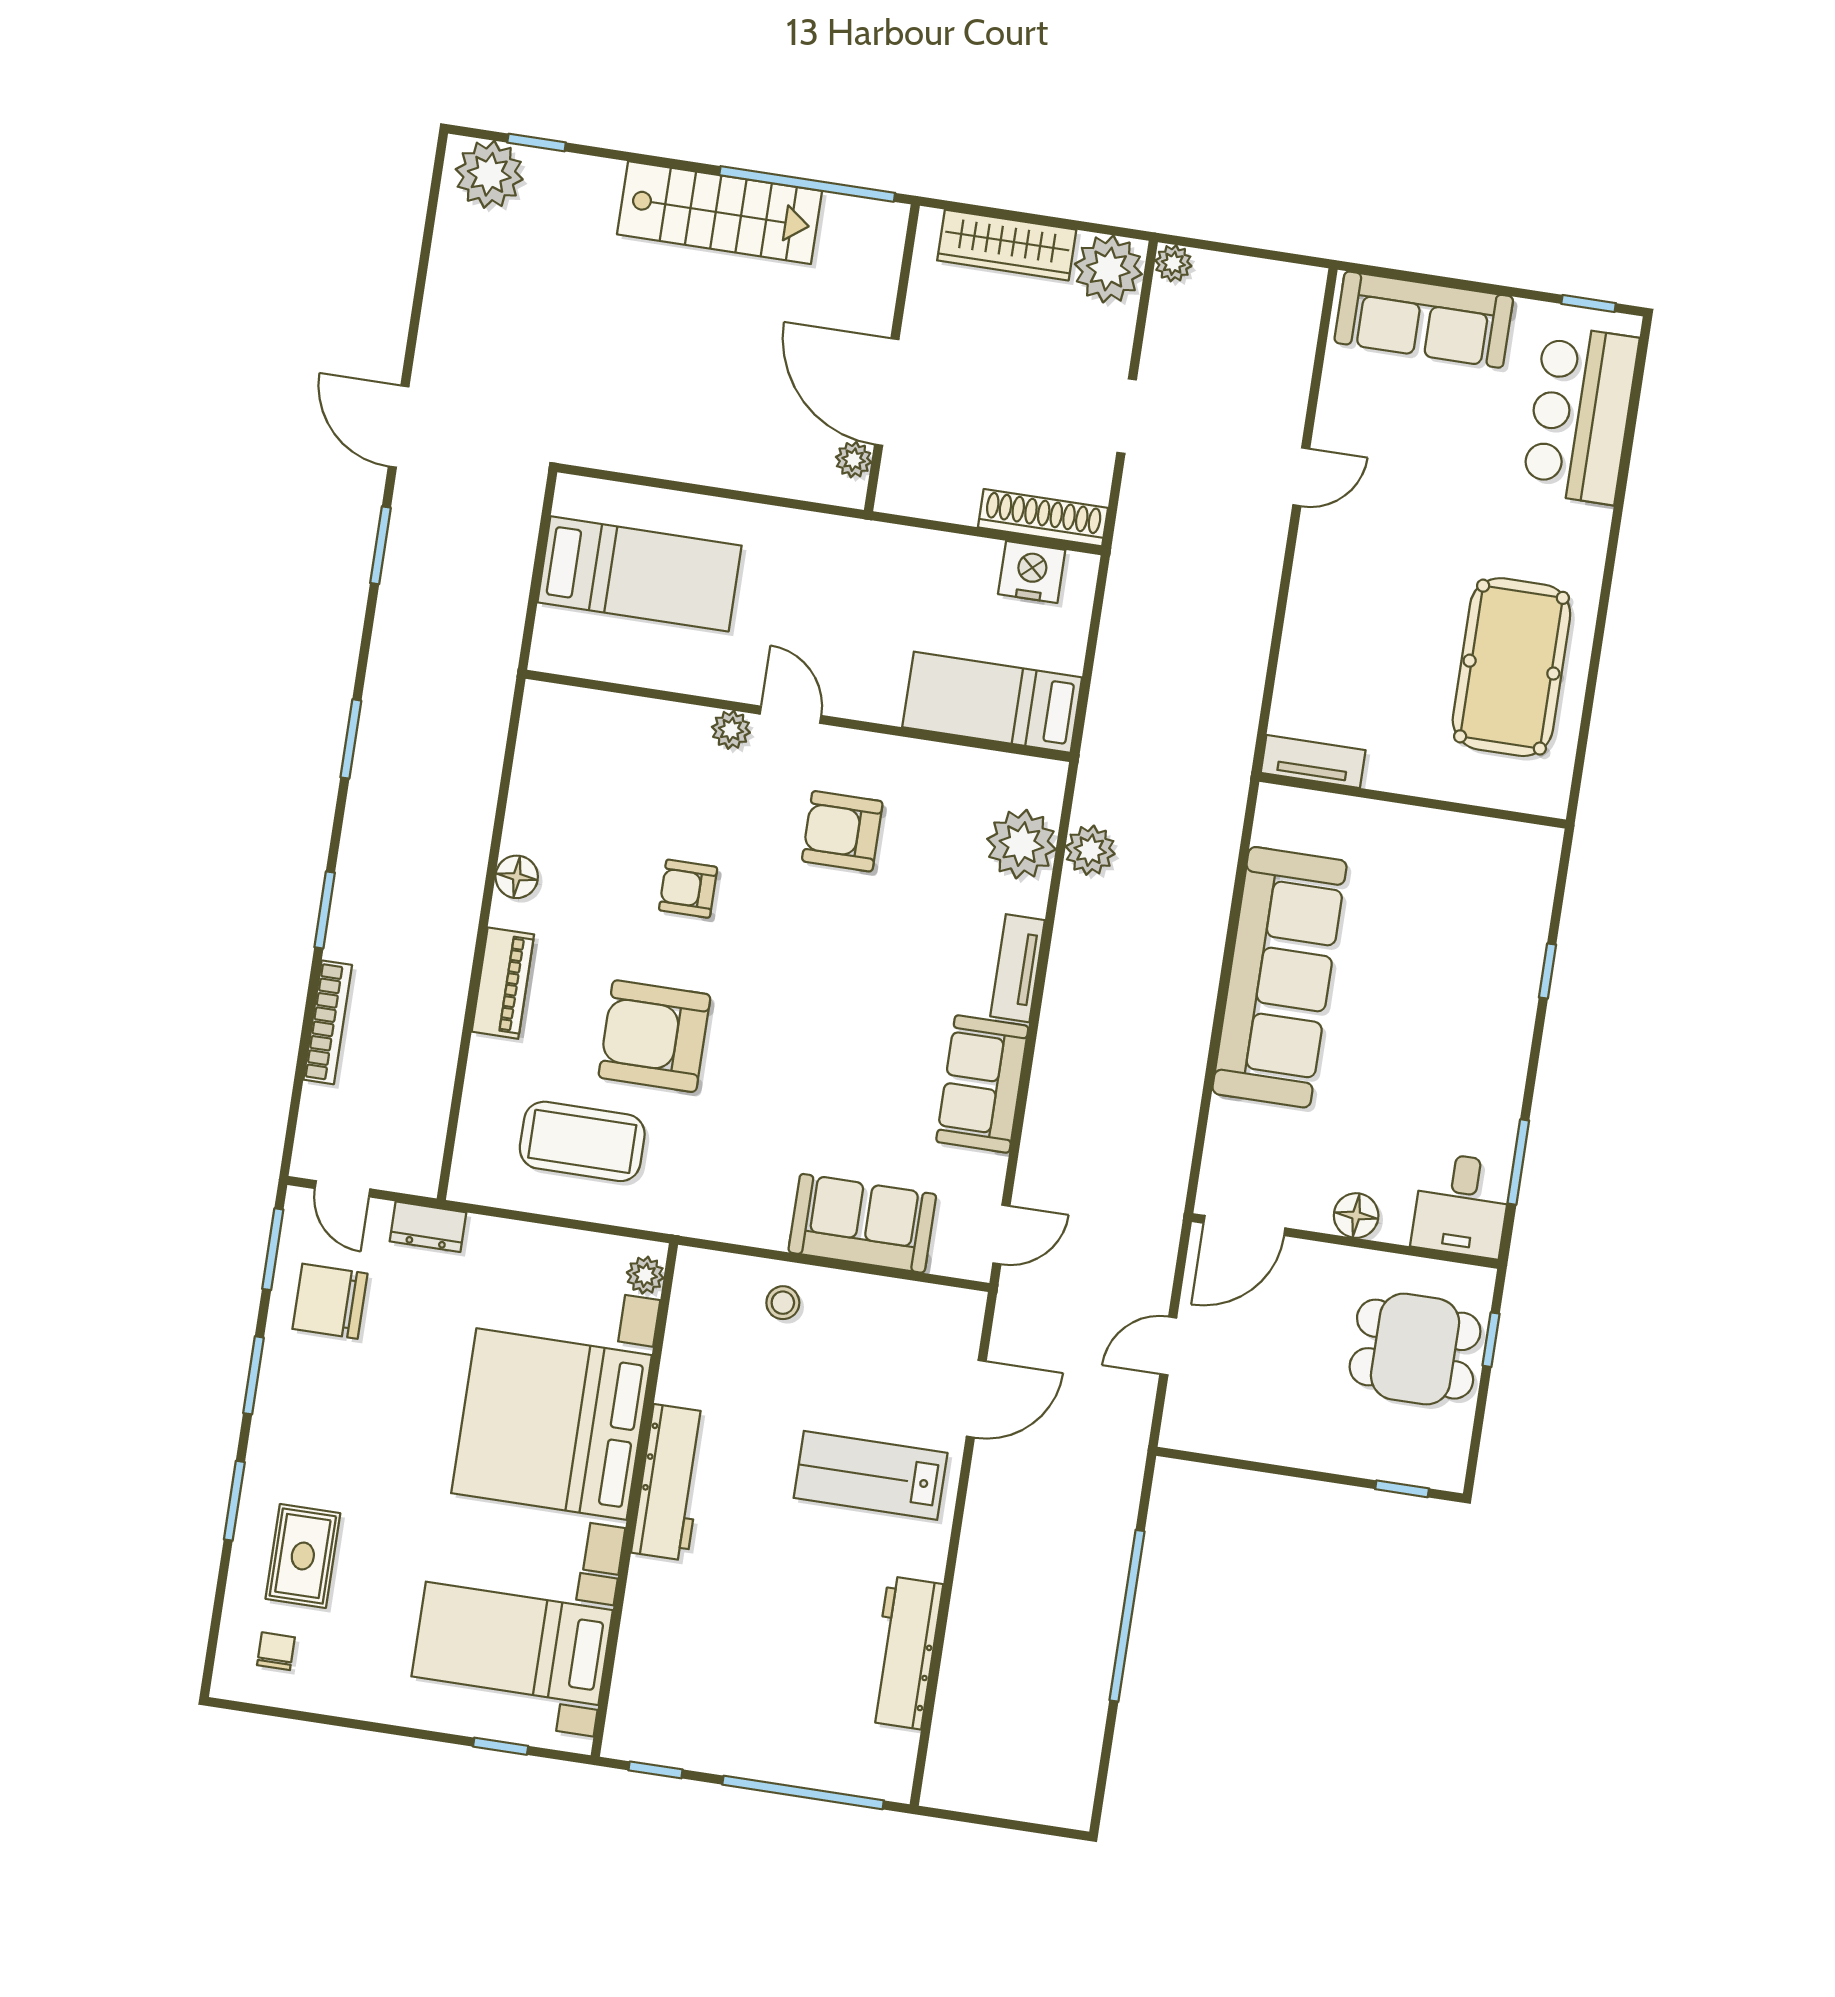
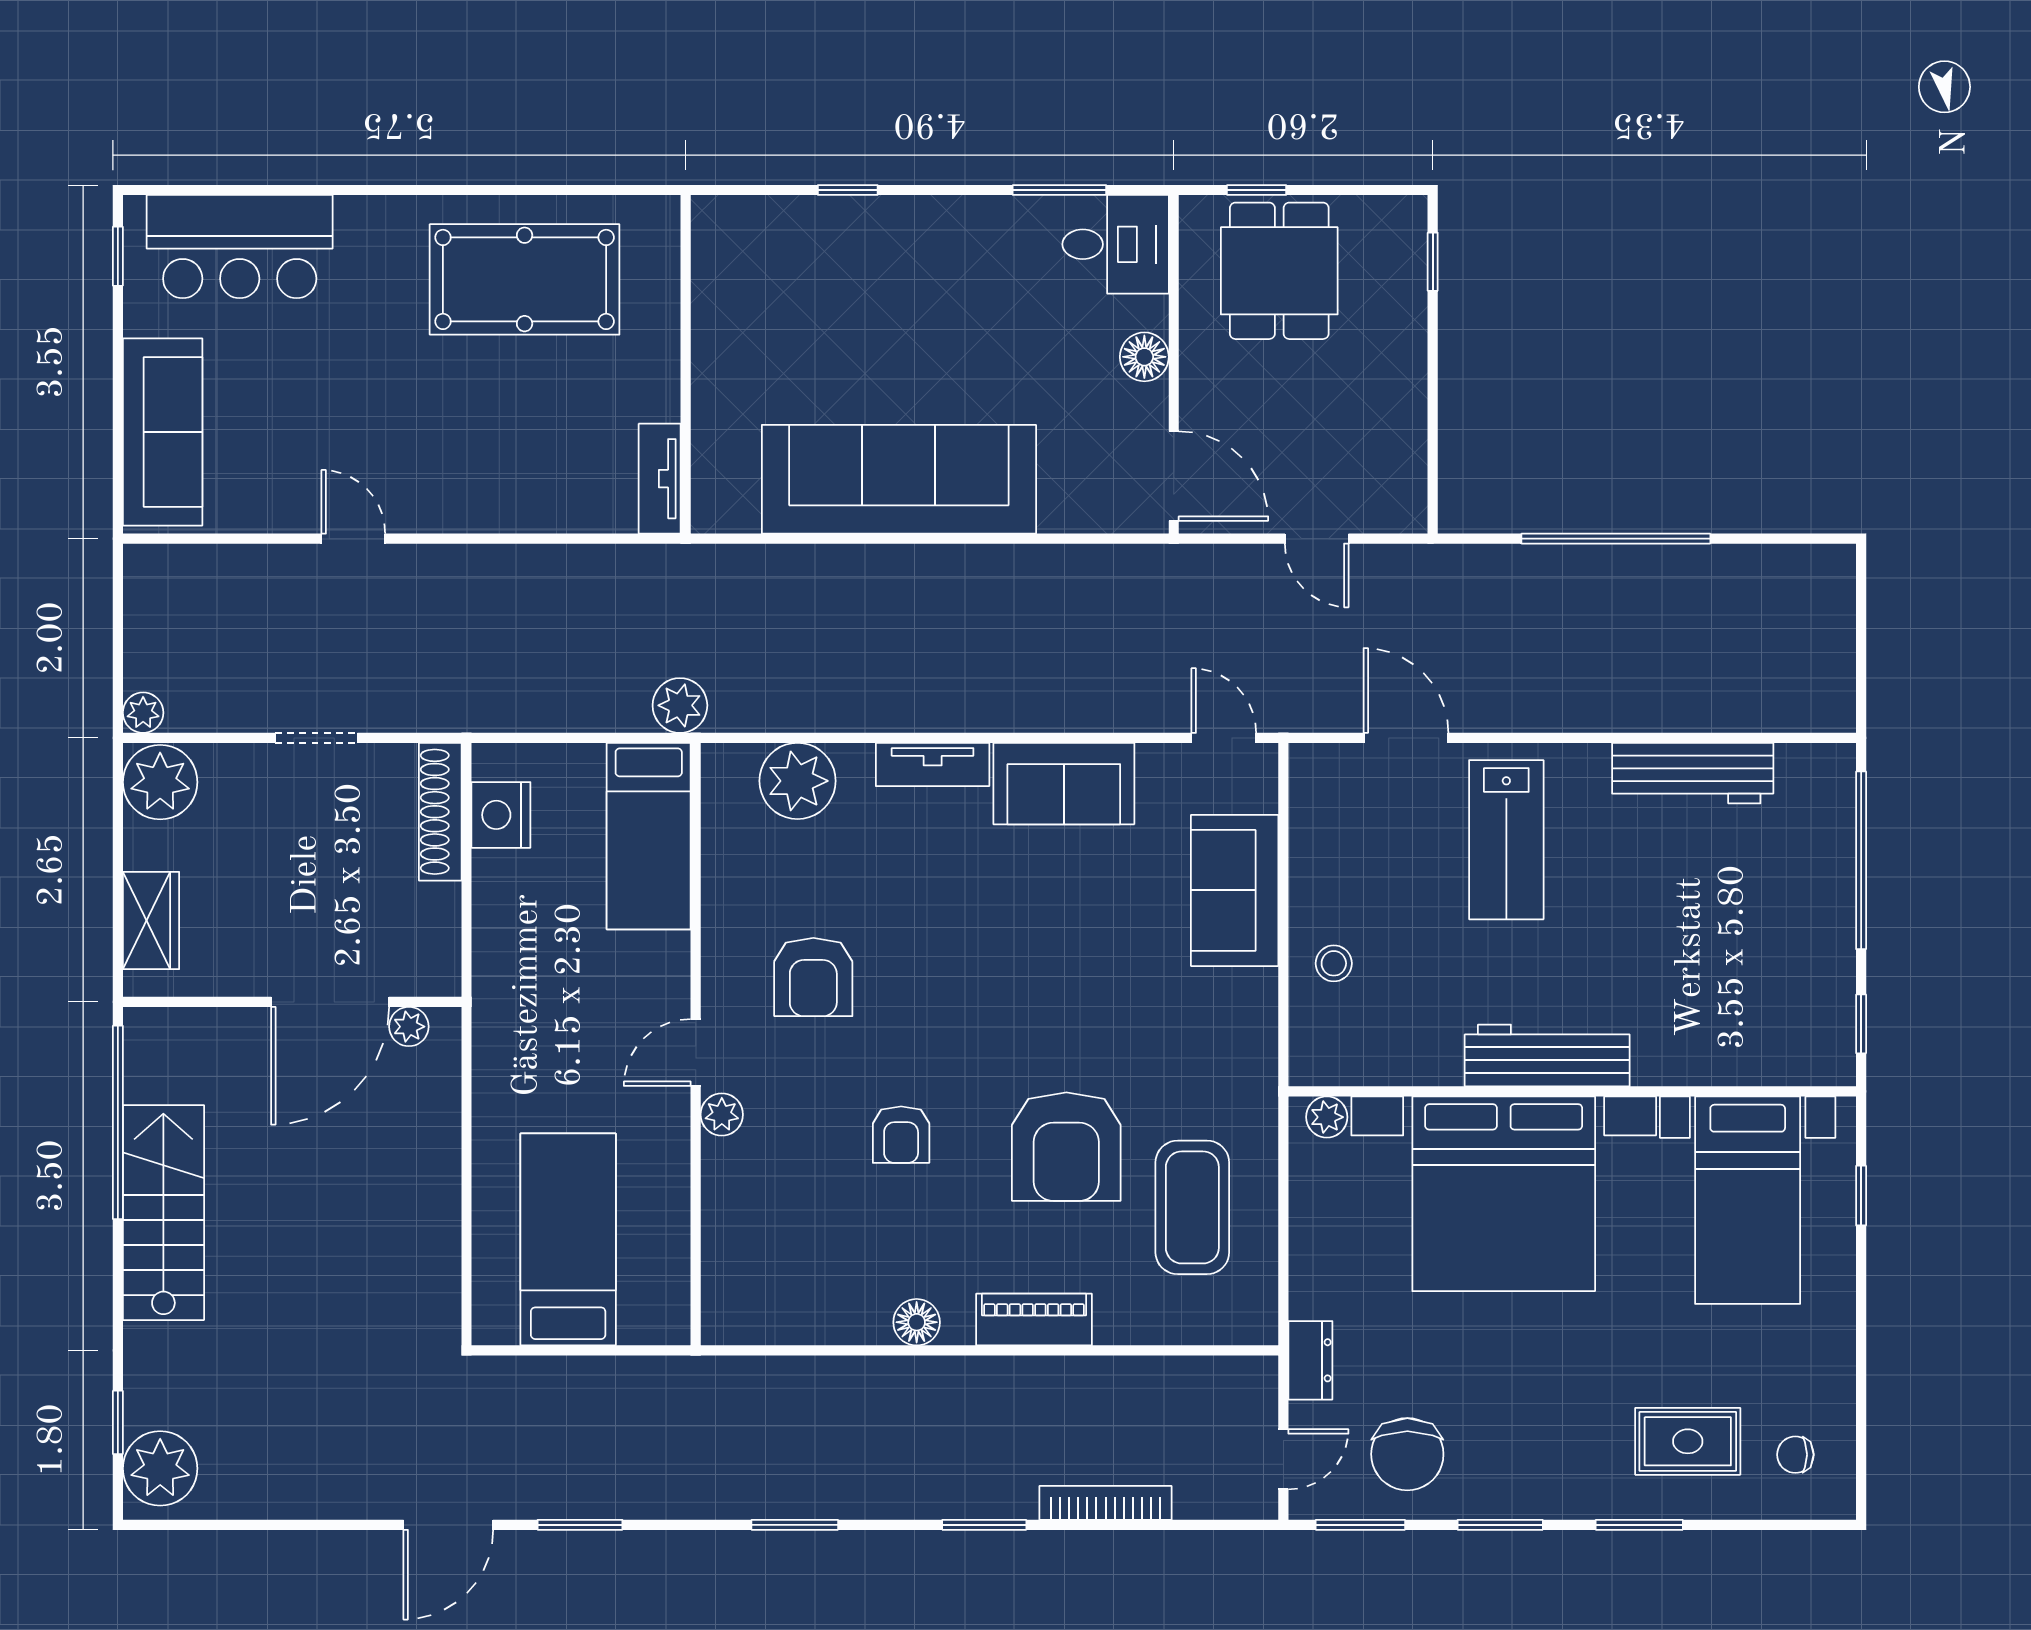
wardrobe: (1007, 245) -> (151, 920), width x0.67
plant: (1090, 850) -> (680, 705), moved

